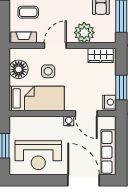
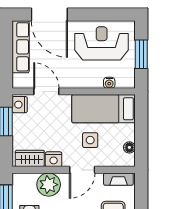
nightstand: (80, 55) -> (54, 159), added
floor lamp: (19, 69) -> (129, 147), width x0.53, depth x0.53
water cooler: (69, 121) -> (109, 83), moved

